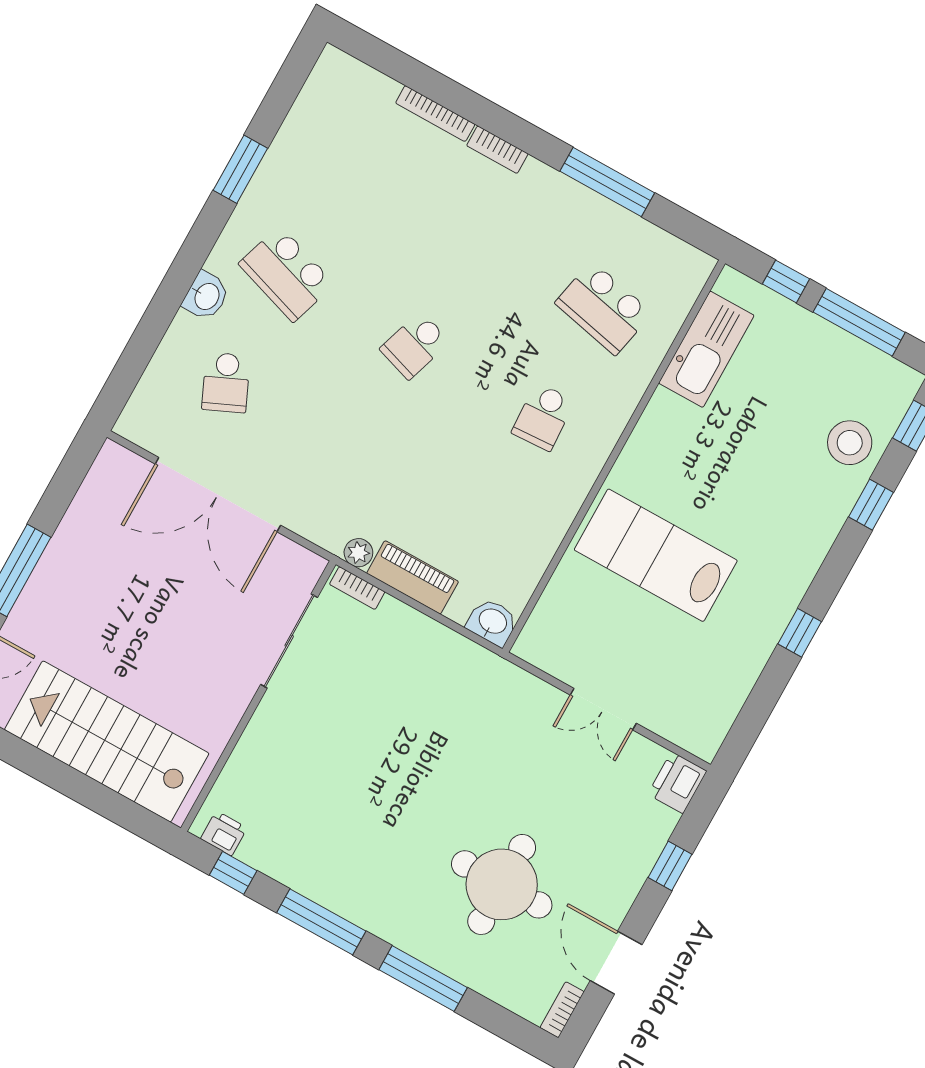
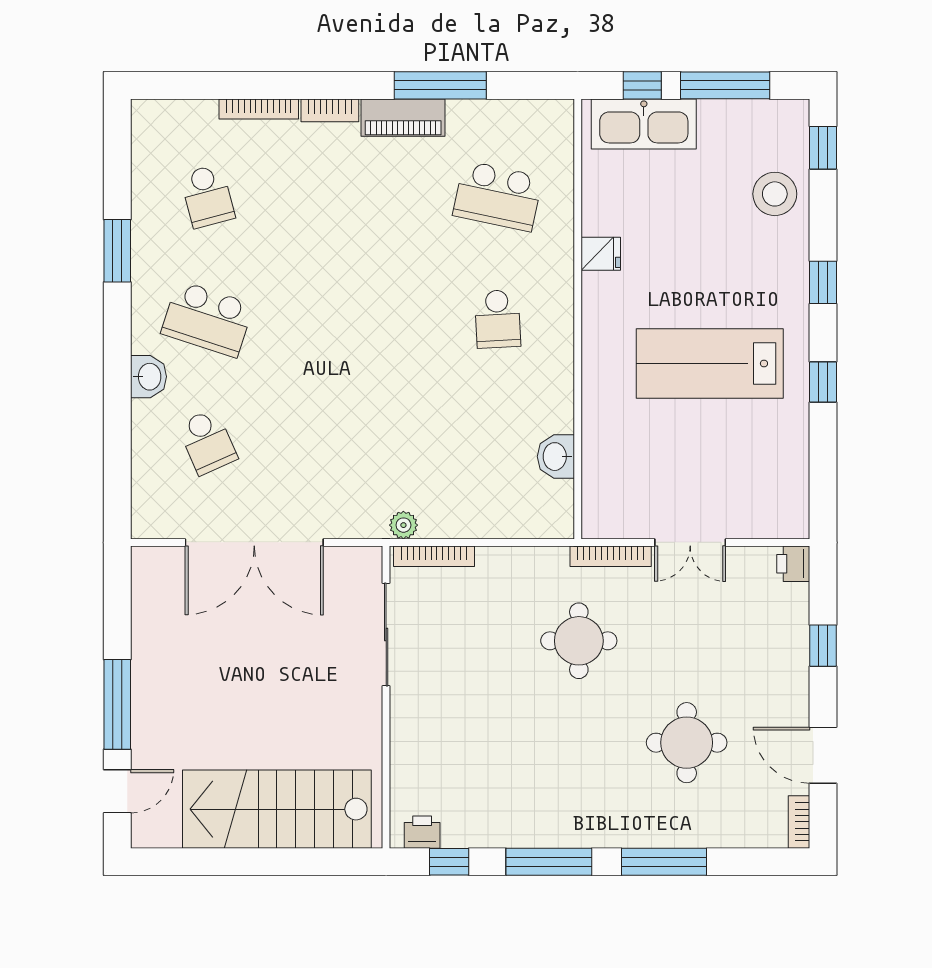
school desk: (415, 345) -> (207, 196), moved, turned -33
kitchen sink: (706, 349) -> (644, 124), moved, turned 90
fridge: (666, 410) -> (601, 254), added
window: (871, 505) -> (823, 282), moved
lab bench: (656, 555) -> (710, 364), moved
piano: (413, 577) -> (403, 118), moved, turned 180
bookcase: (357, 588) -> (434, 556), width x1.56
washbasin: (492, 622) -> (556, 457), moved, turned -90
bookcase: (526, 682) -> (611, 556), added
round table: (457, 741) -> (579, 641), added
printer: (677, 783) -> (793, 564), width x0.73, depth x0.81
round table: (502, 884) -> (687, 743), width x0.73, depth x0.73

